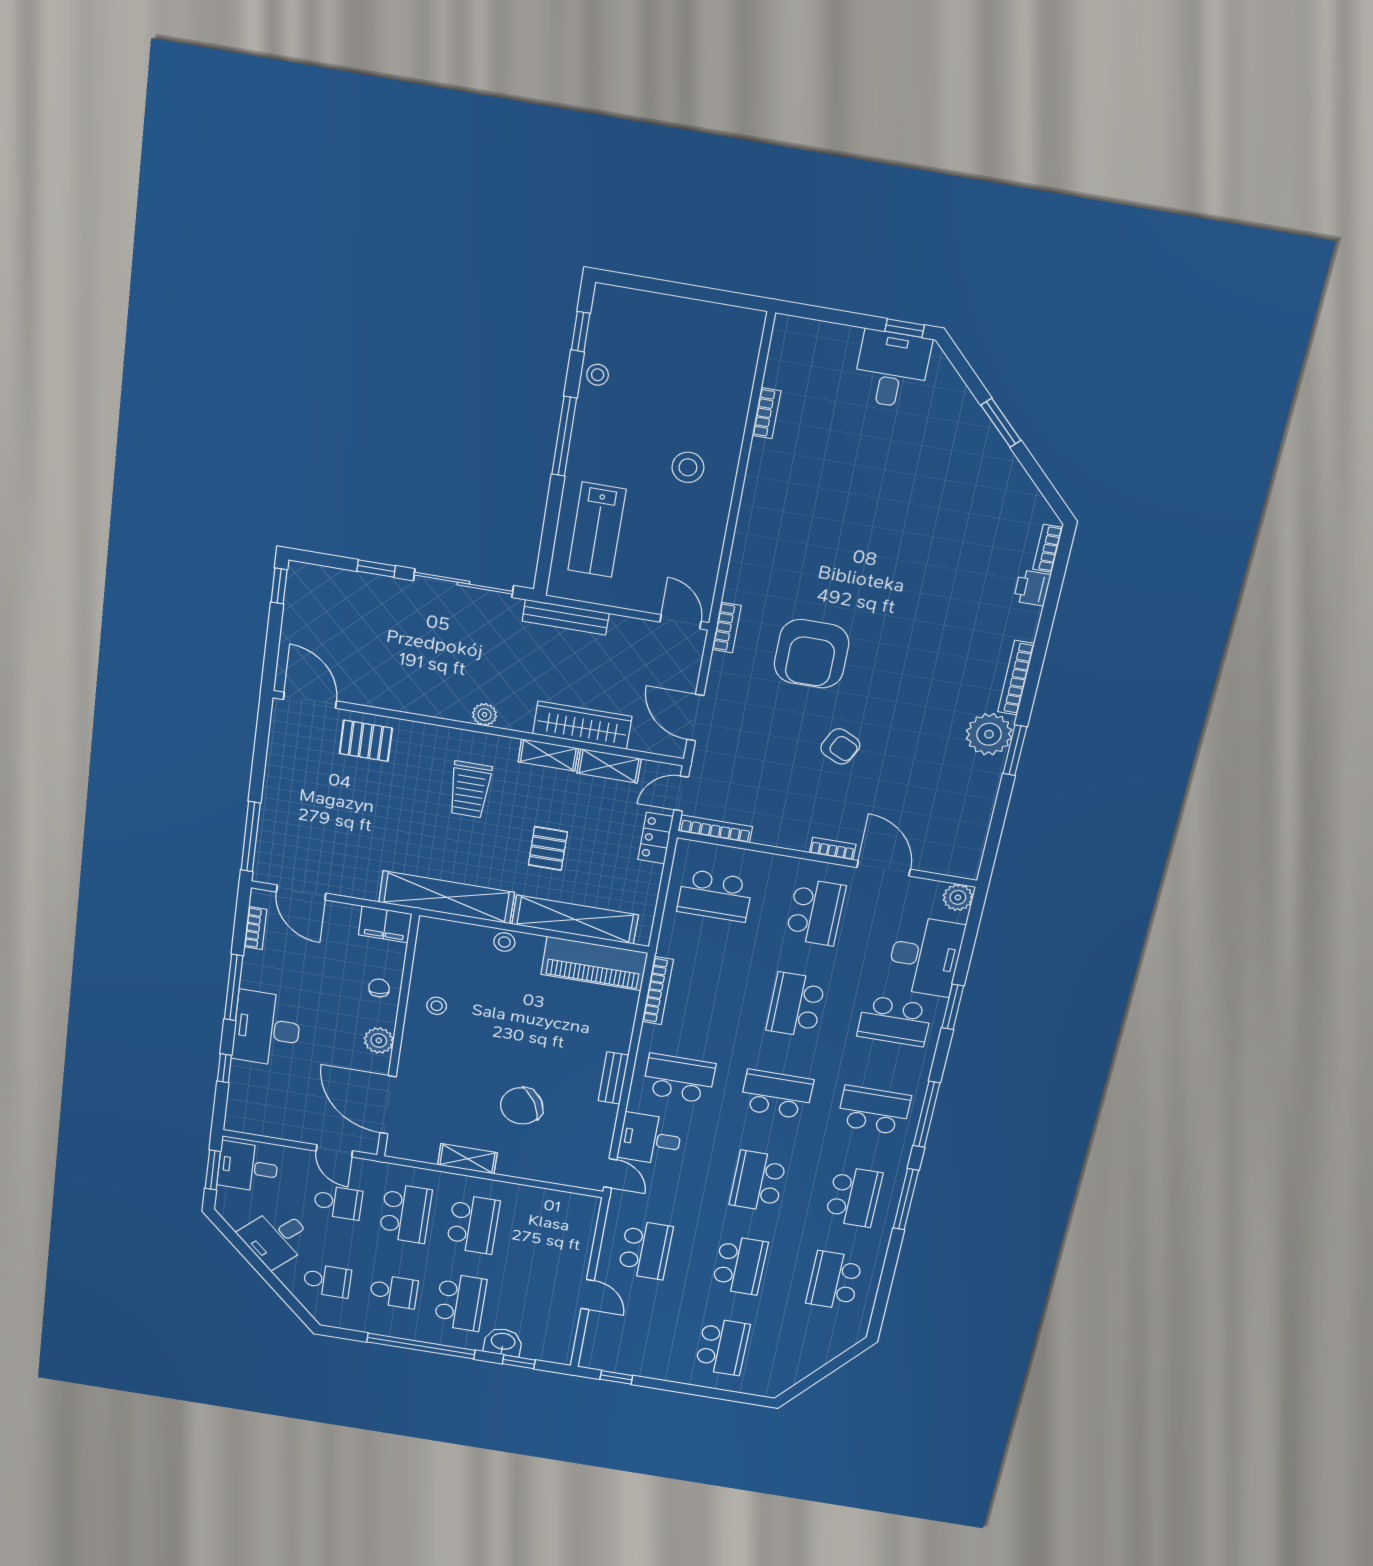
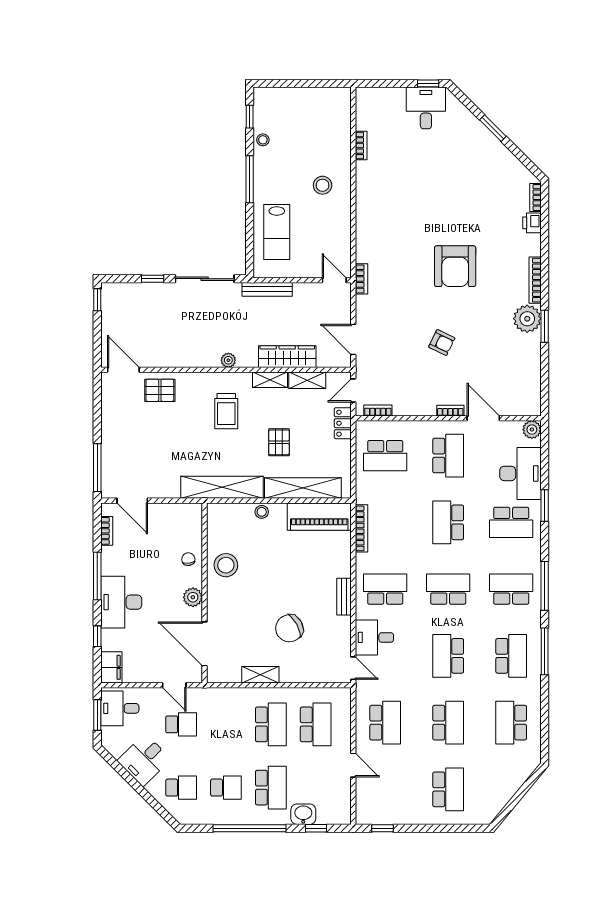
armchair: (812, 654) -> (455, 266), moved
bookcase: (716, 829) -> (378, 410), width x0.64
filing cabinet: (385, 924) -> (111, 667), moved, turned -90
stool: (437, 1006) -> (226, 565), width x1.89, depth x1.89
school desk: (406, 1213) -> (316, 724), moved

